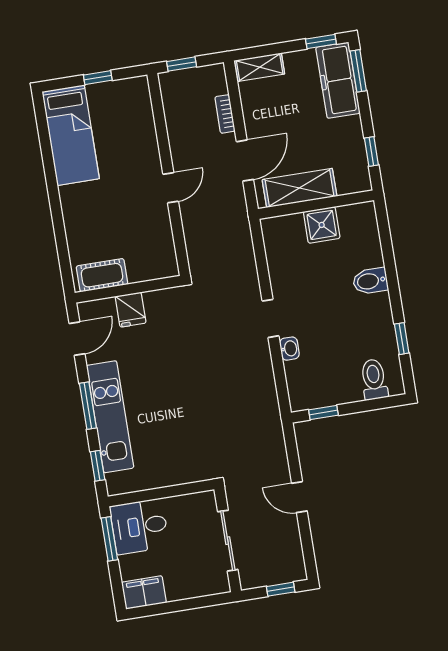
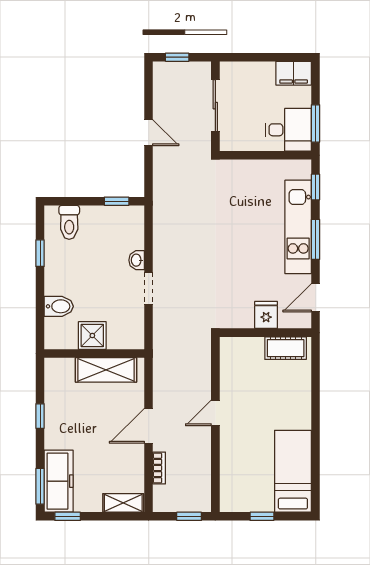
shelving: (300, 188) -> (106, 370), moved
wall: (316, 205) -> (94, 354), moved
shower: (322, 225) -> (92, 336), moved

